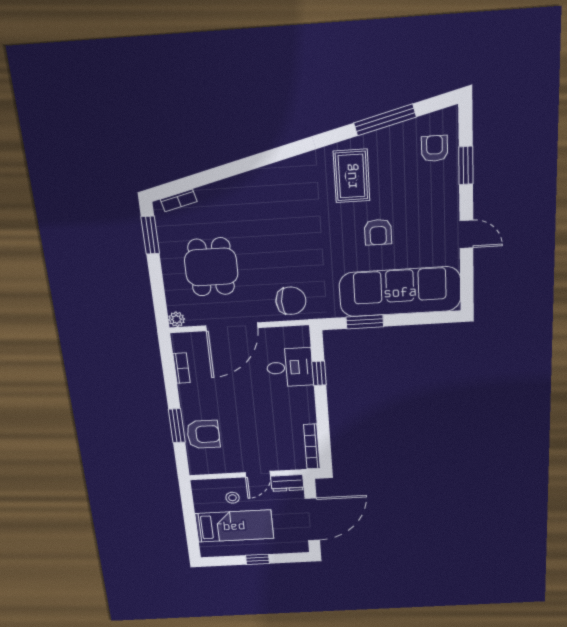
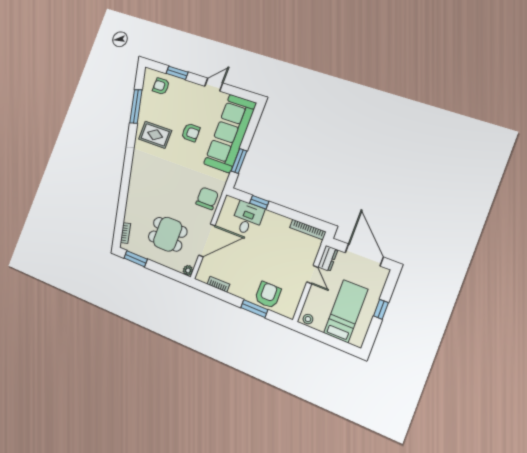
door: (232, 327) -> (207, 240), hinge flipped
stool: (233, 498) -> (308, 319), moved

